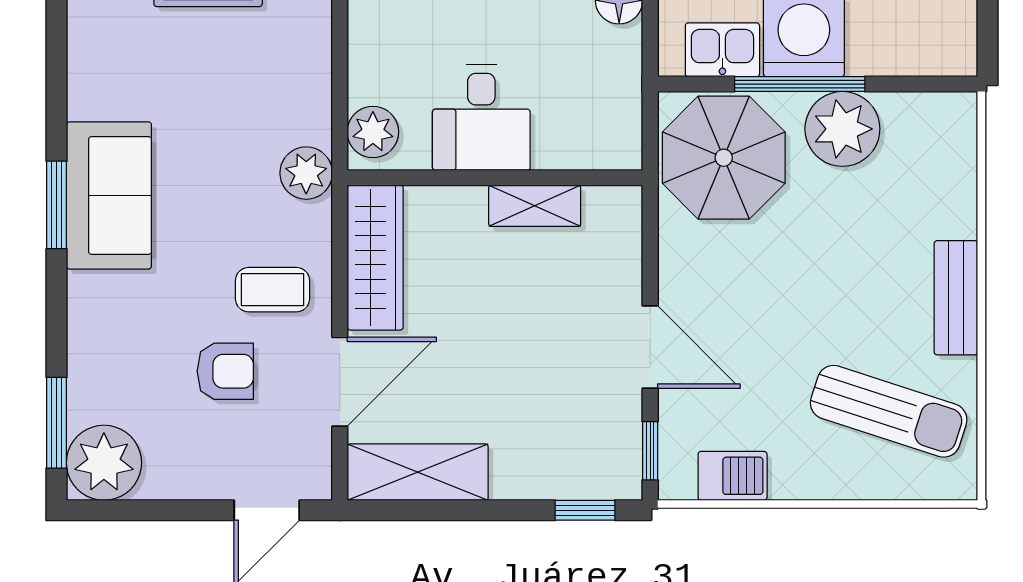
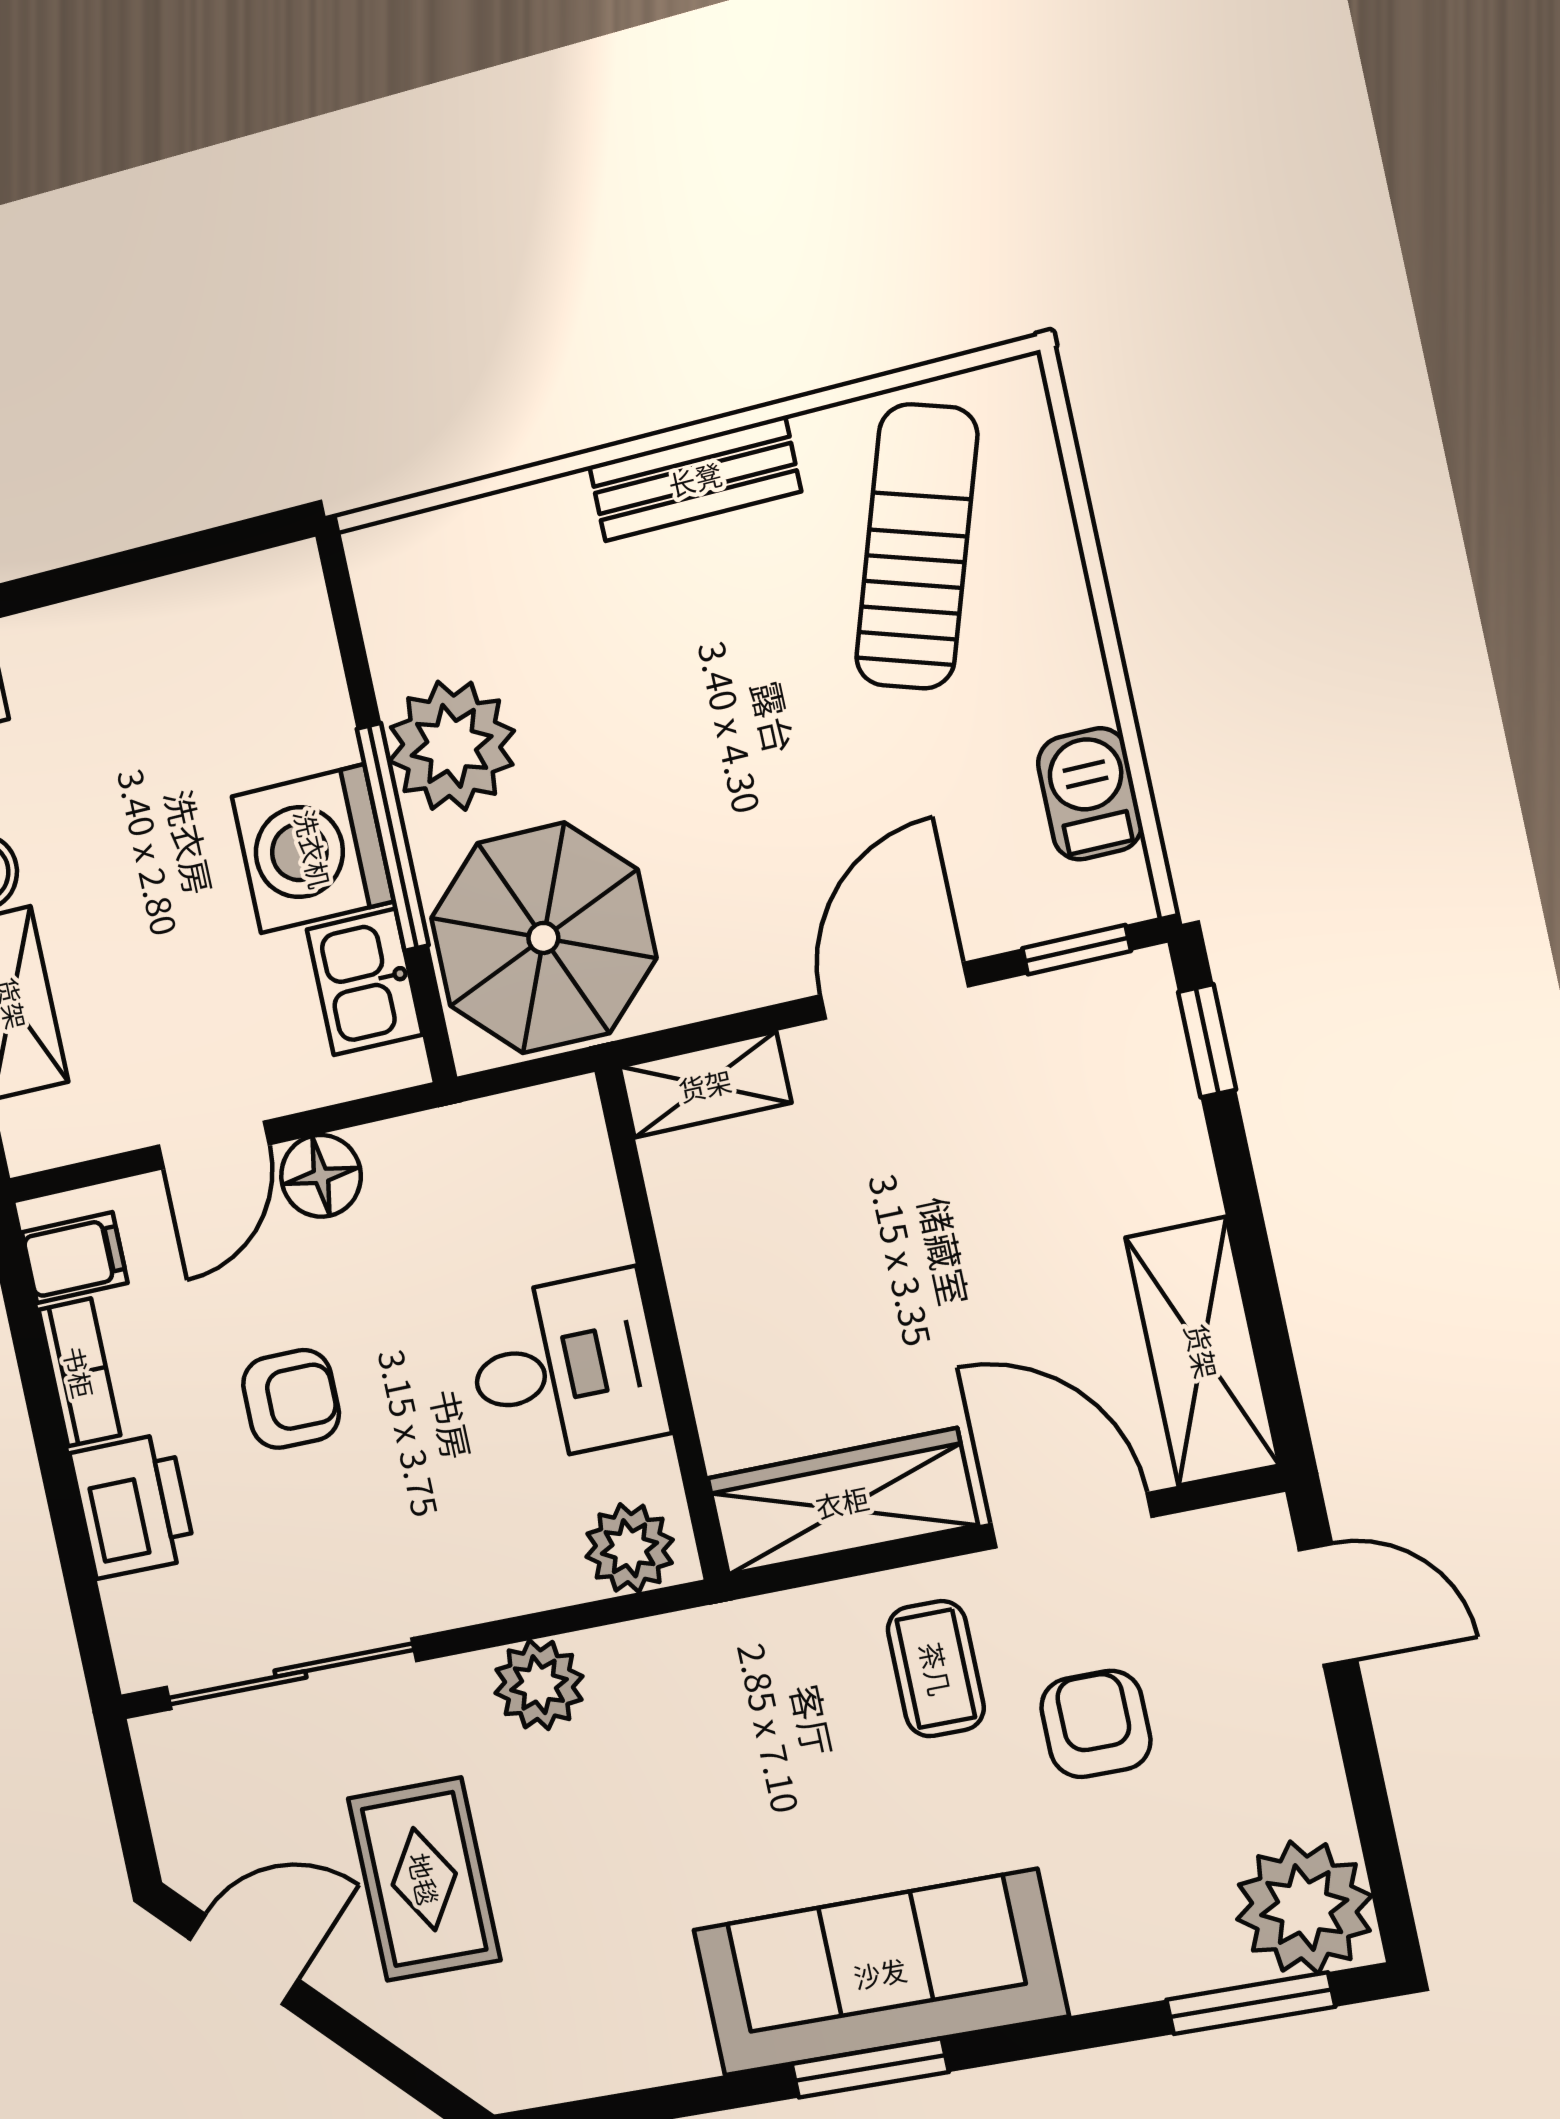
plant: (306, 173) -> (539, 1685), moved
sofa: (109, 195) -> (880, 1973), width x1.36
shelving: (535, 206) -> (705, 1085), moved, turned 90

